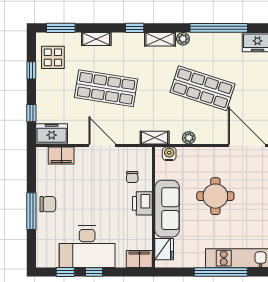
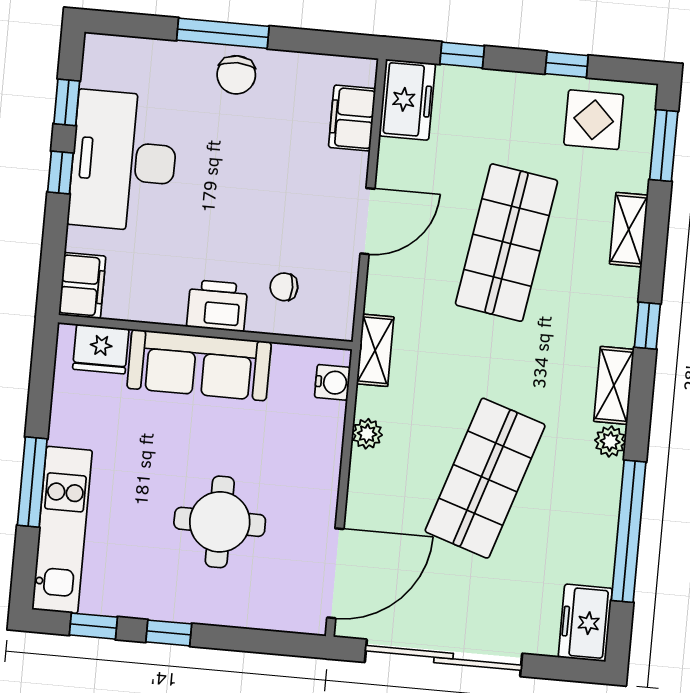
round table: (215, 196) -> (220, 522), moved
window: (221, 272) -> (32, 482), width x0.68

